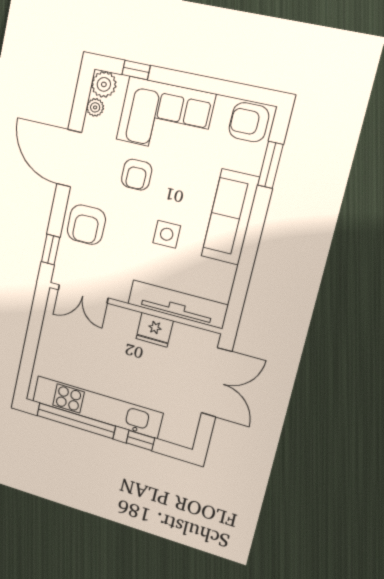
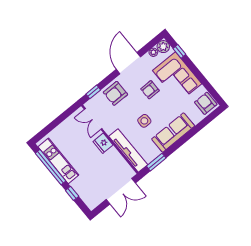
window: (270, 165) -> (156, 162), moved
fridge: (155, 330) -> (103, 143), moved
kitchen unit: (97, 407) -> (58, 161), width x0.73

